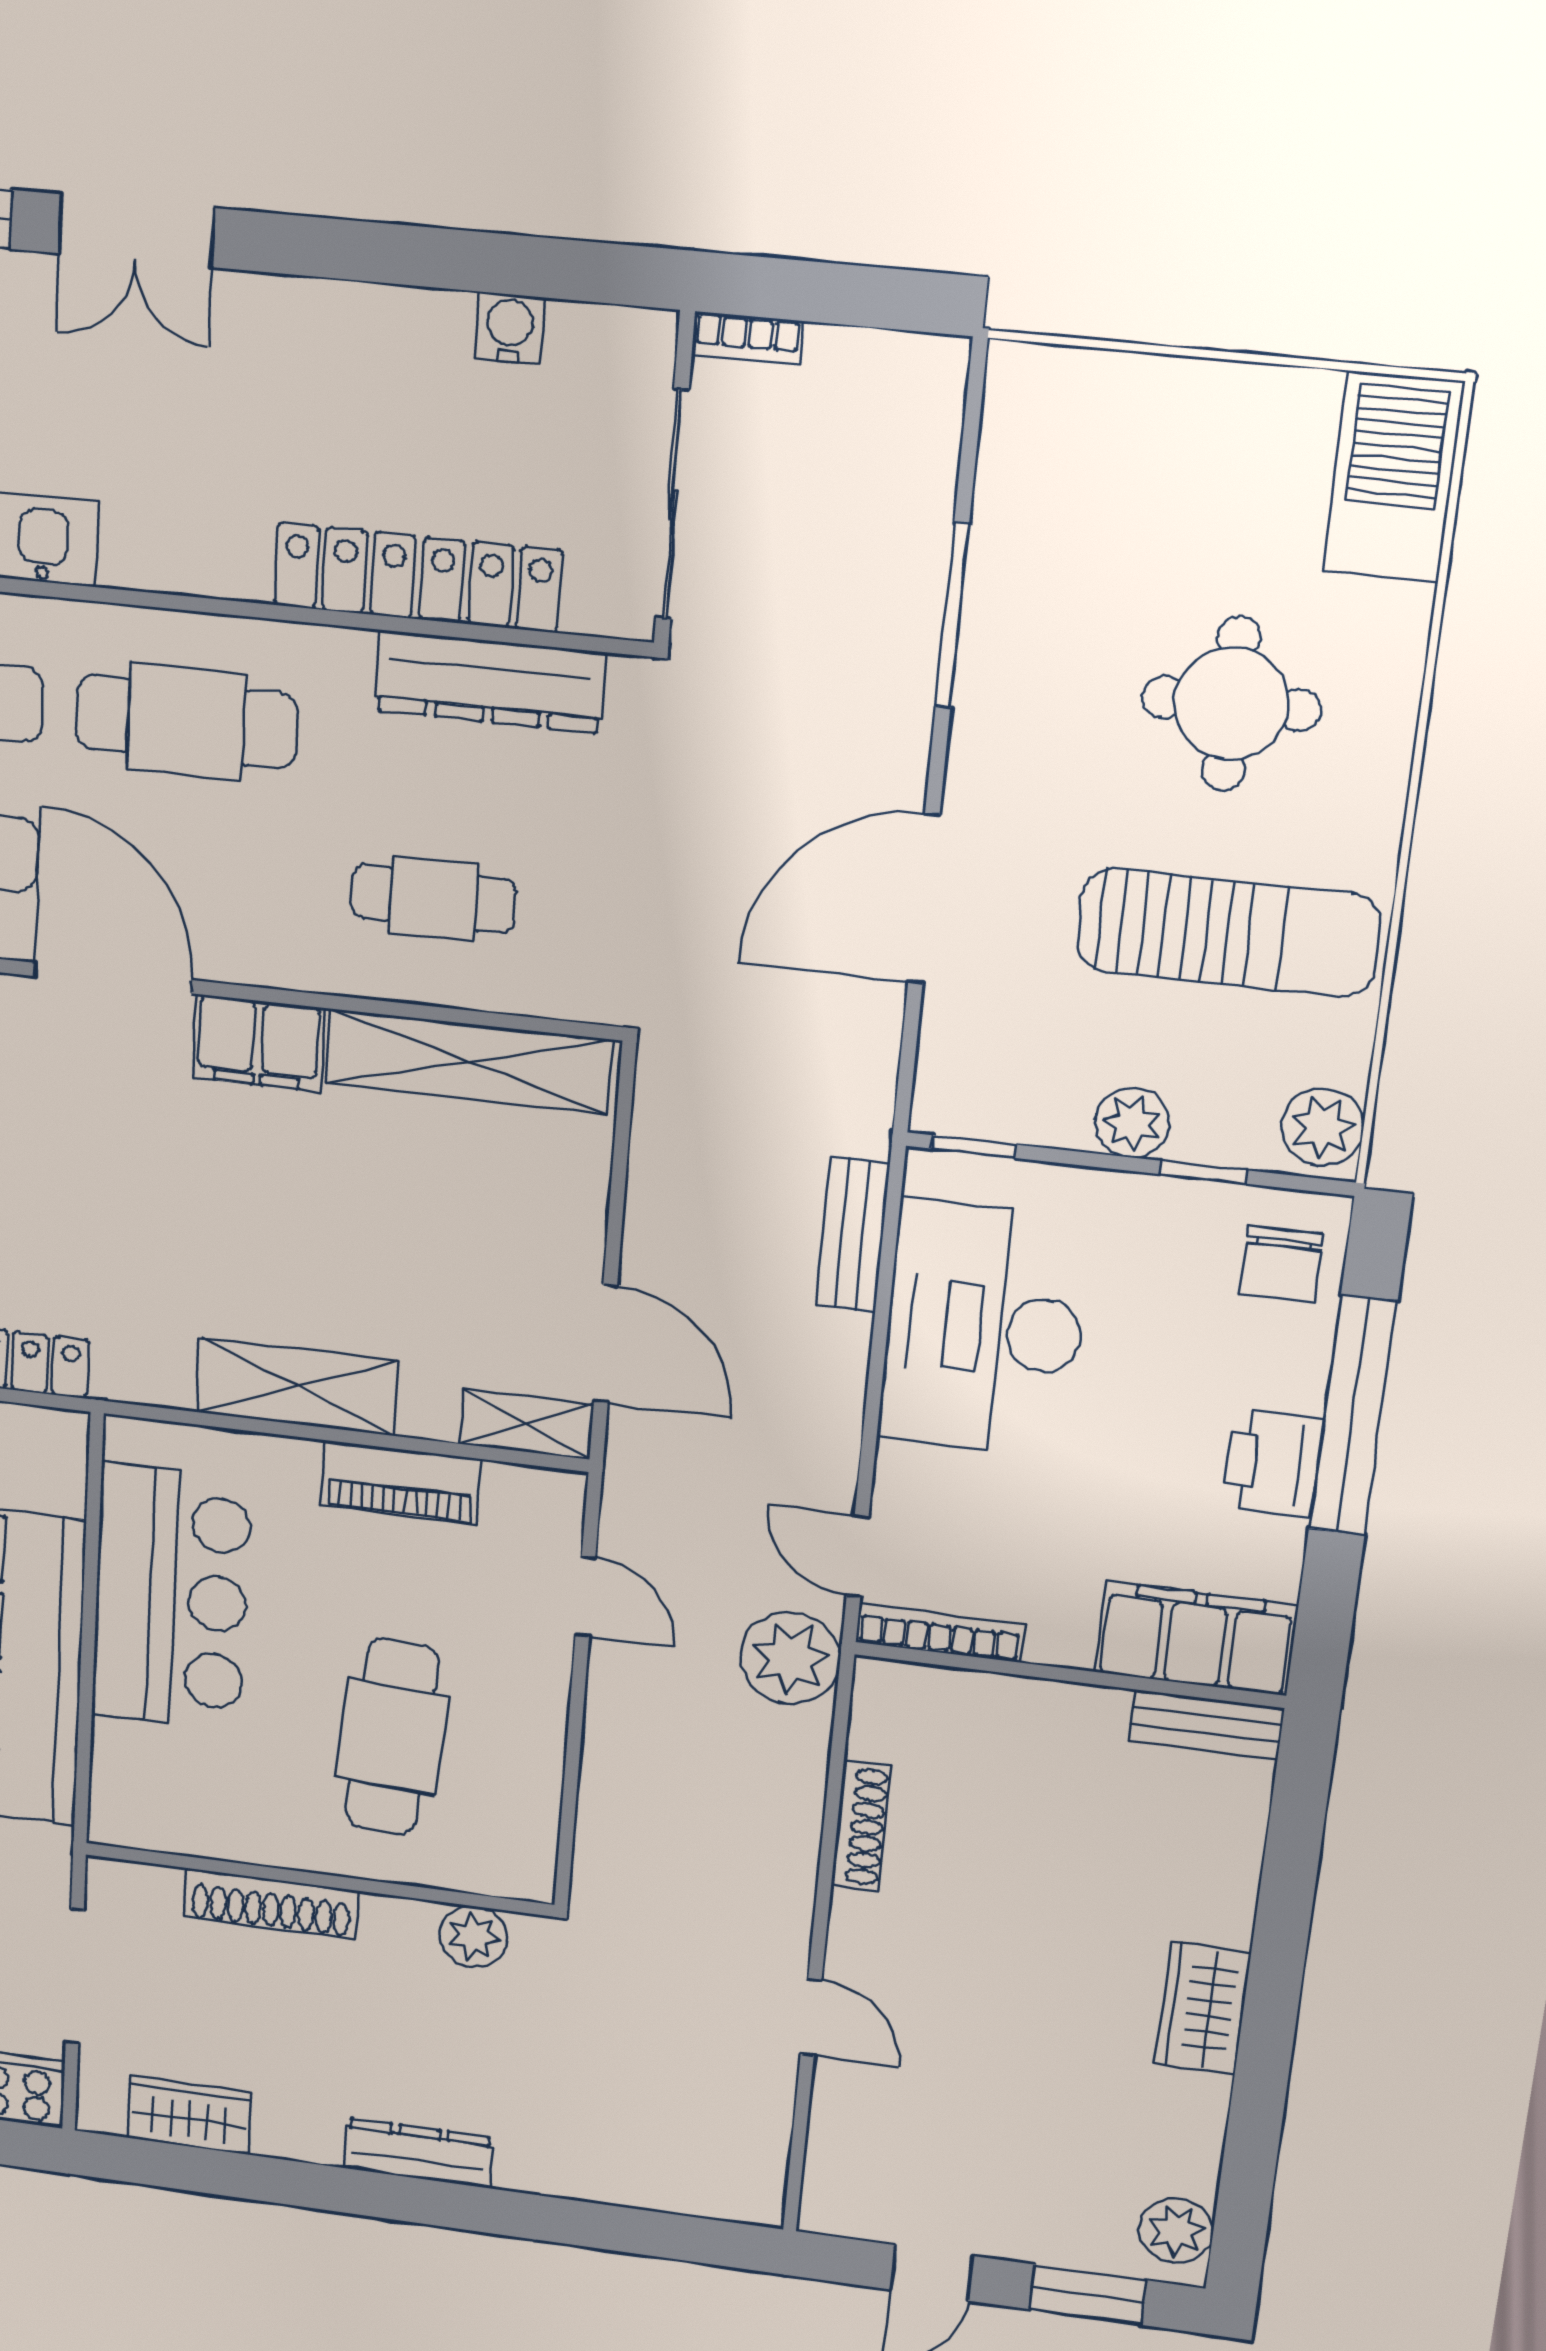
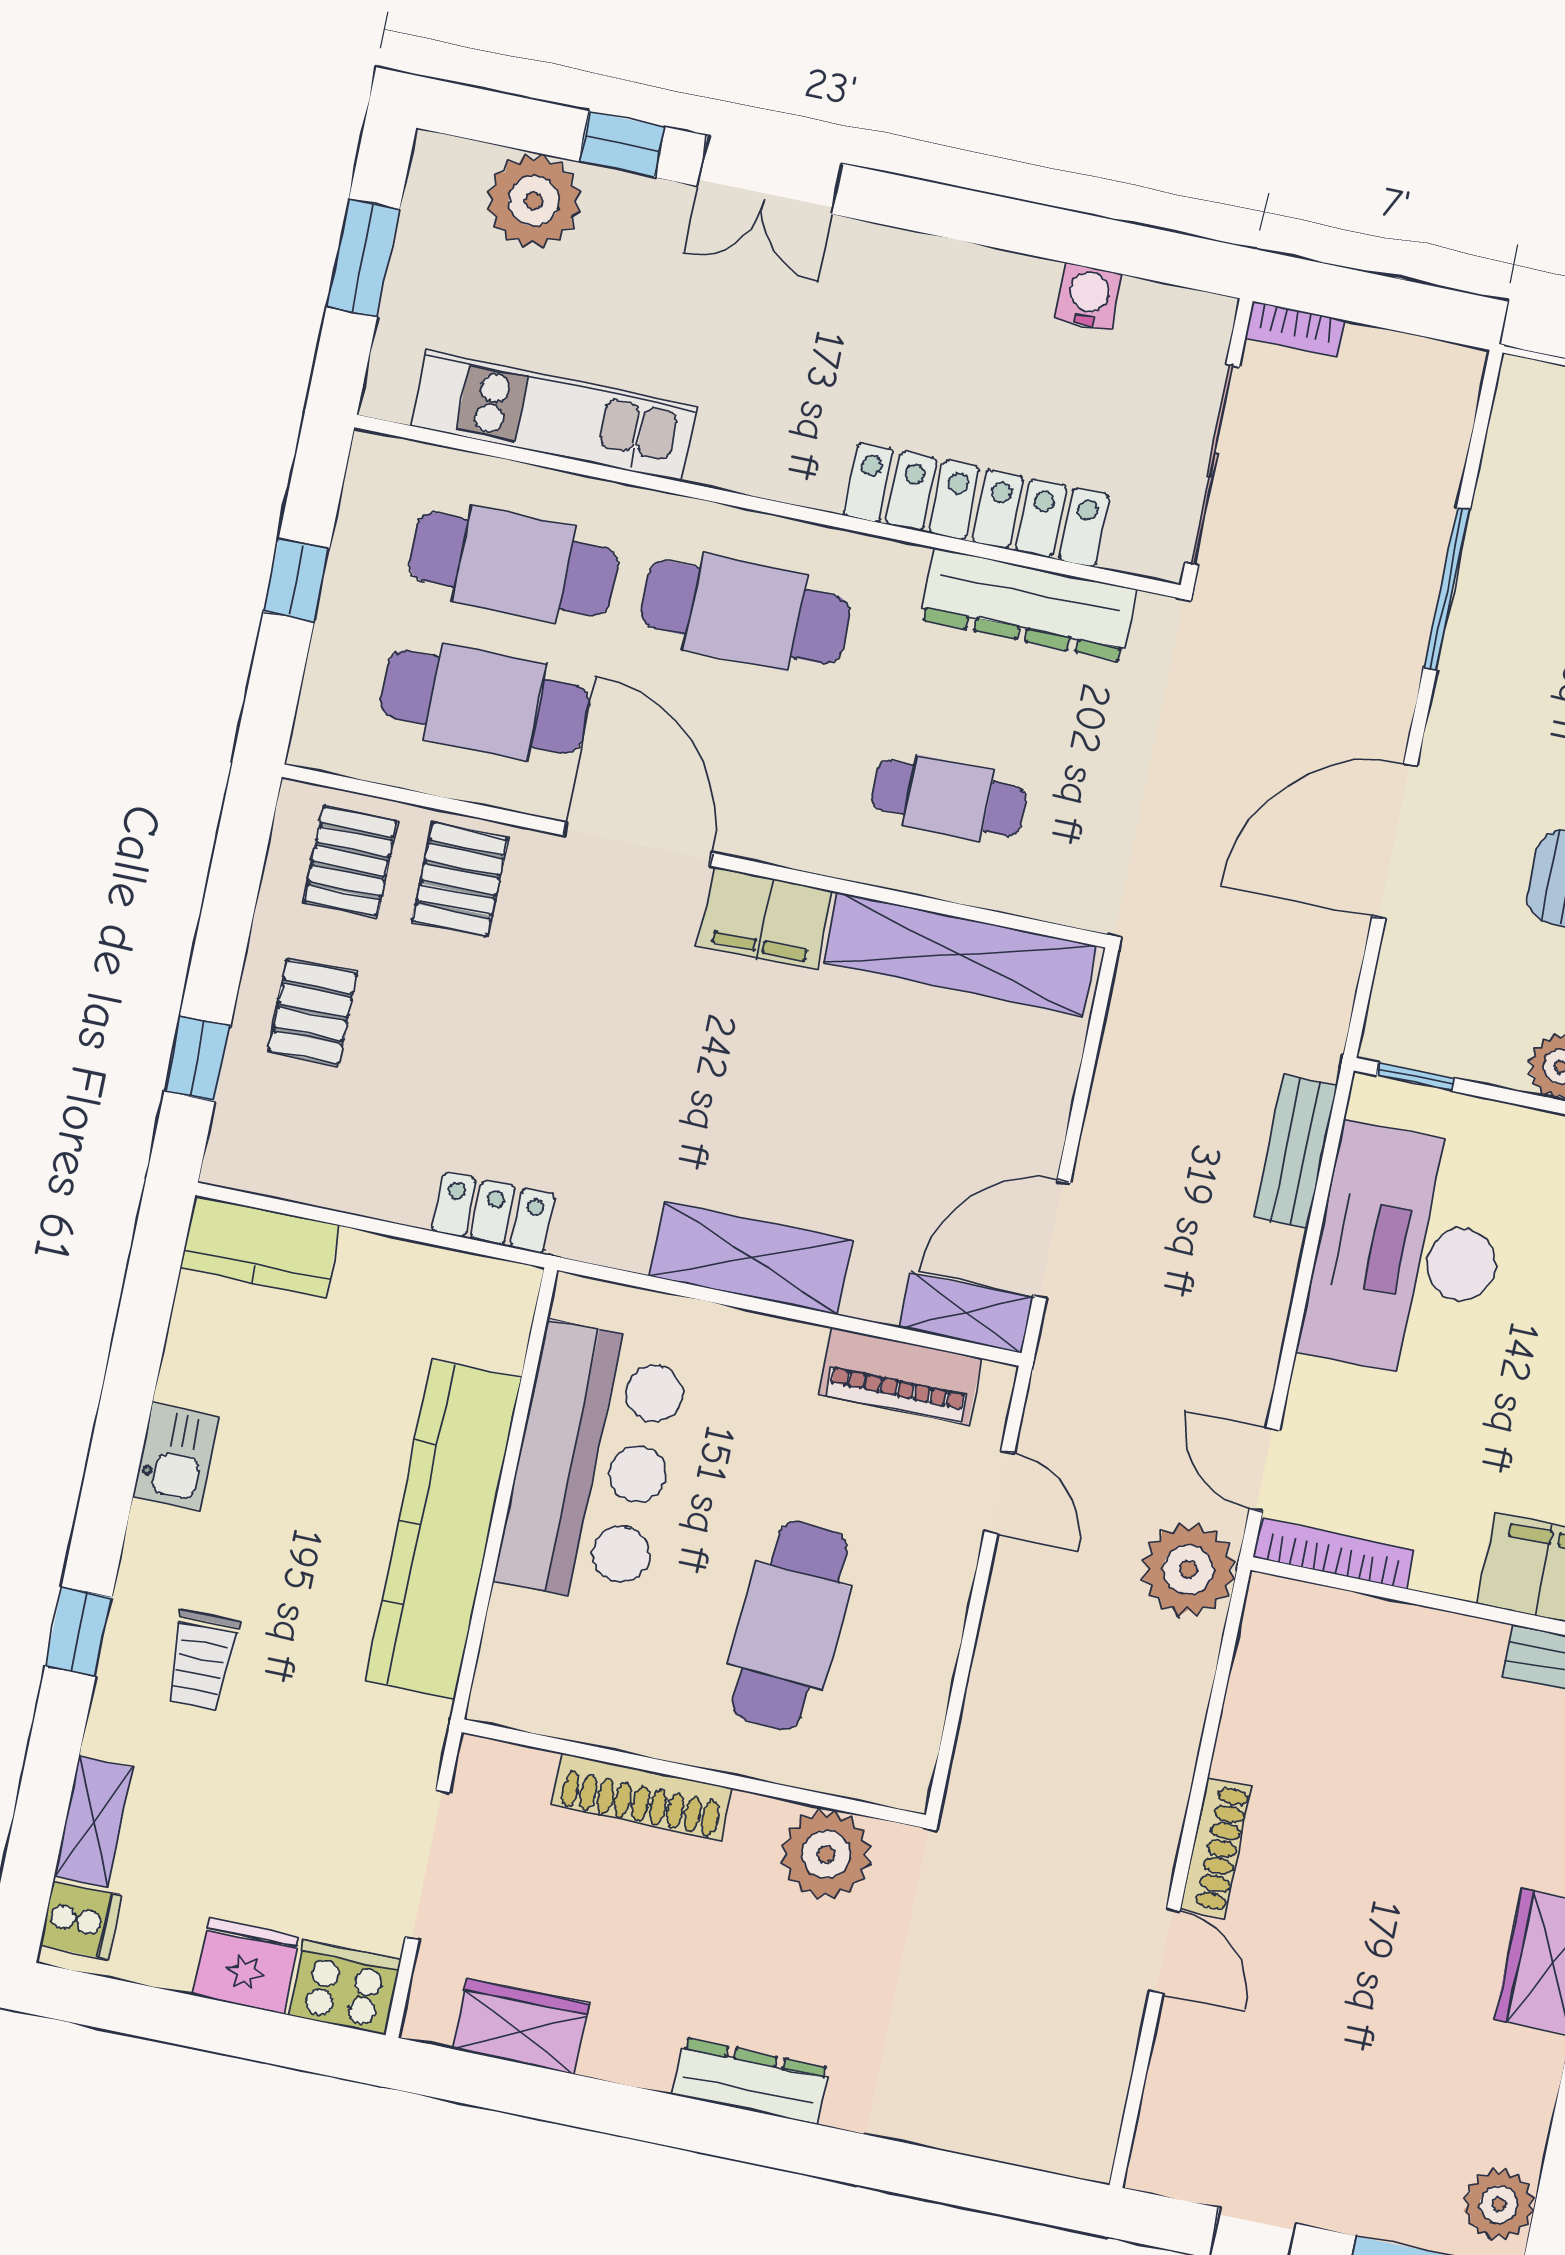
door: (605, 1344) -> (1052, 1239), swing flipped
piano: (401, 1483) -> (900, 1376), moved
shoe rack: (861, 1826) -> (1216, 1847), moved
plant: (474, 1937) -> (826, 1854), width x1.36, depth x1.36

